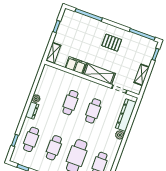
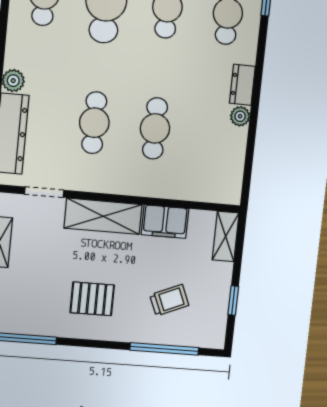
trolley: (82, 34) -> (169, 300), added

